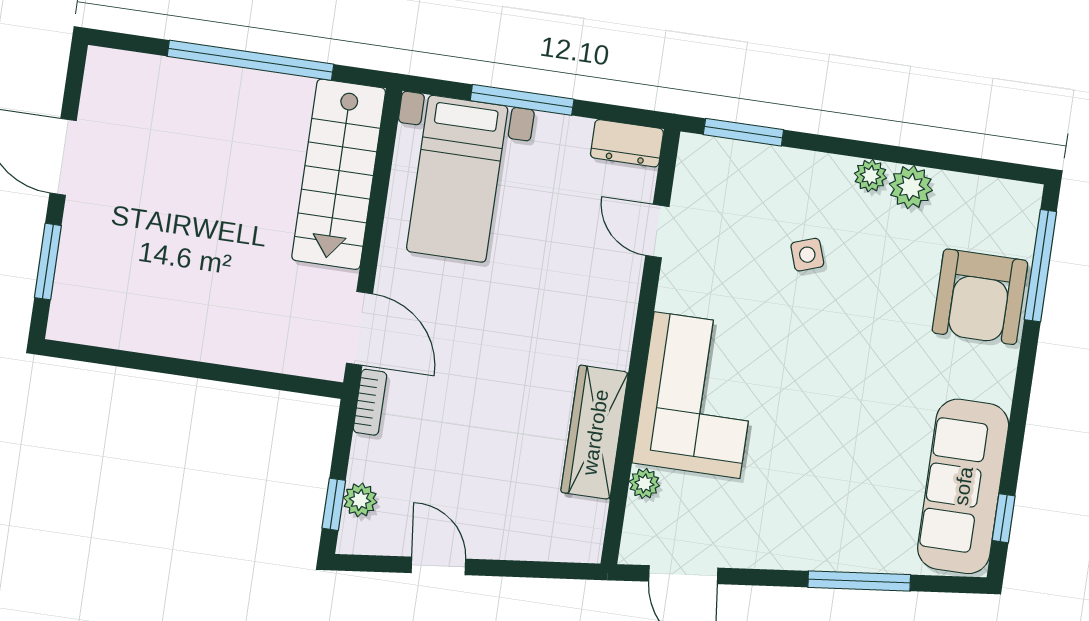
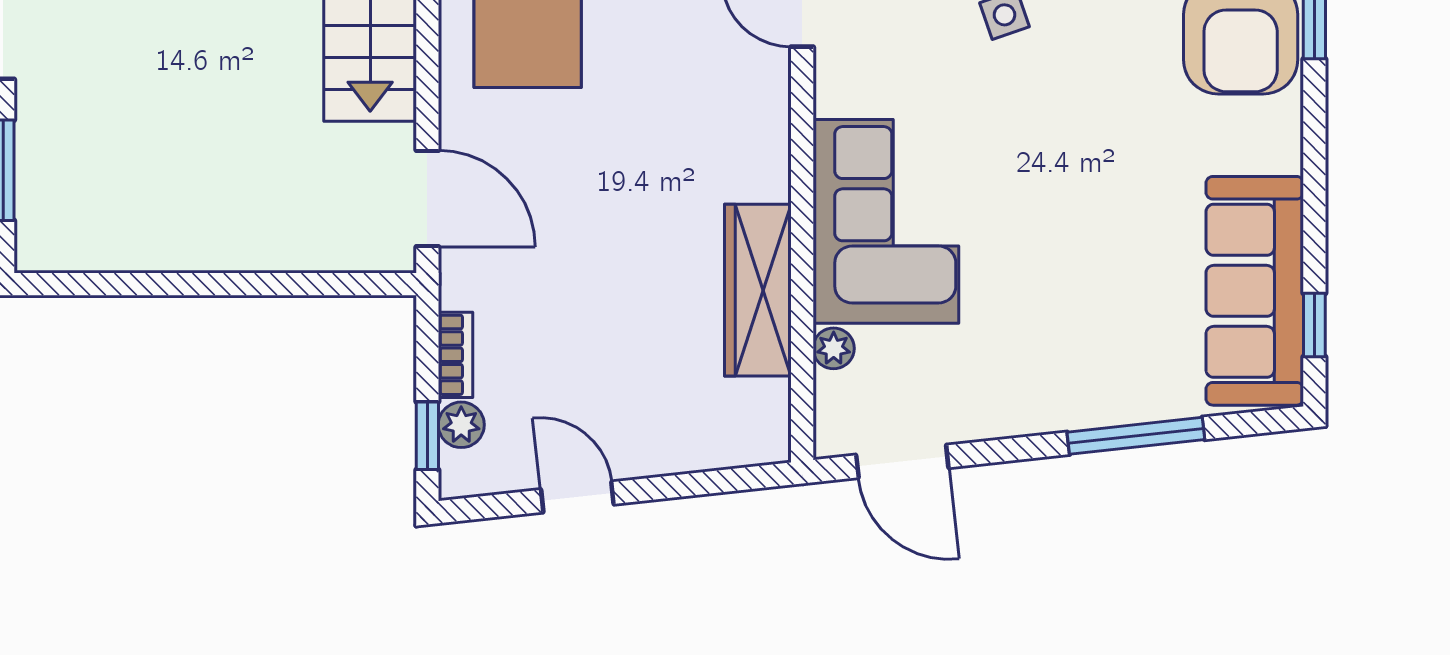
bookcase: (370, 402) -> (455, 355), moved

